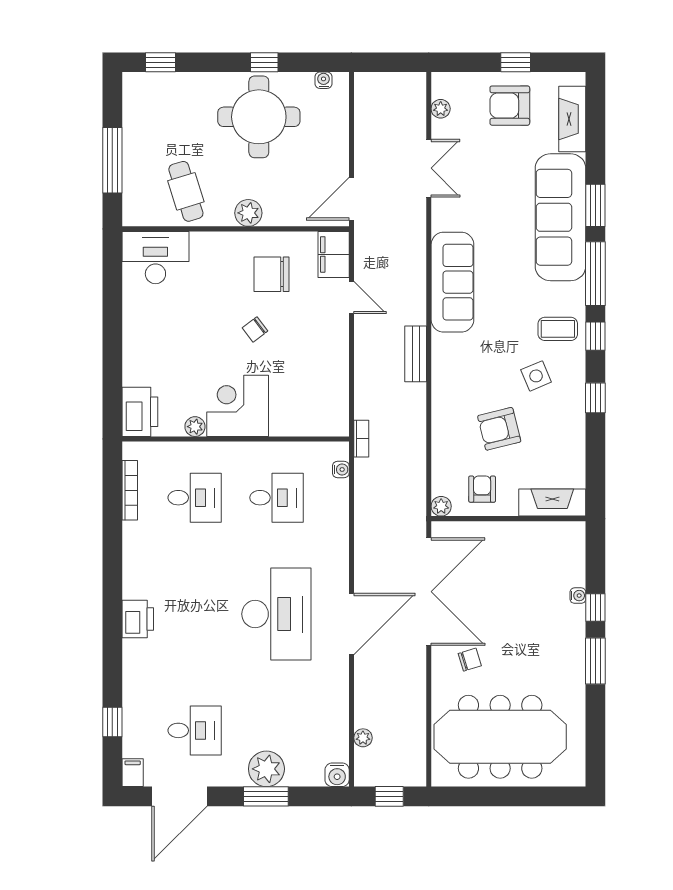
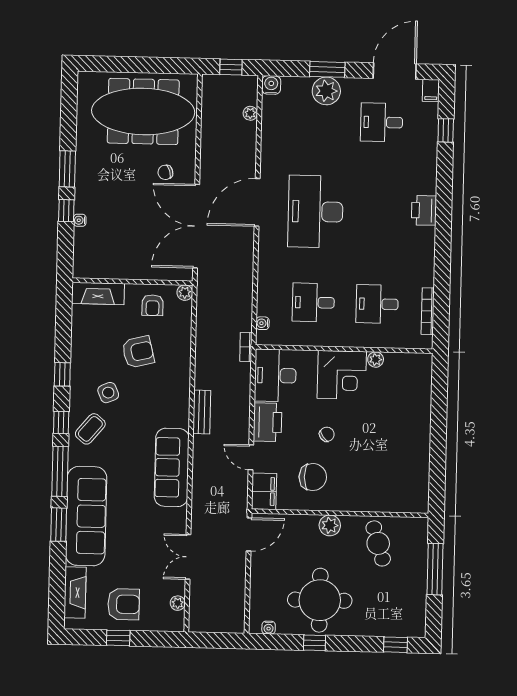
desk: (155, 258) -> (275, 375), moved, turned 90
coffee table: (558, 329) -> (90, 429), turned -50
printer: (140, 412) -> (268, 422), moved, turned 180

